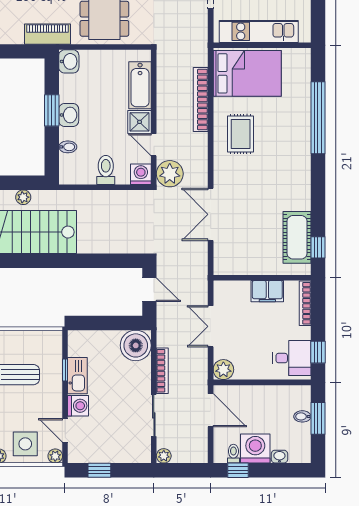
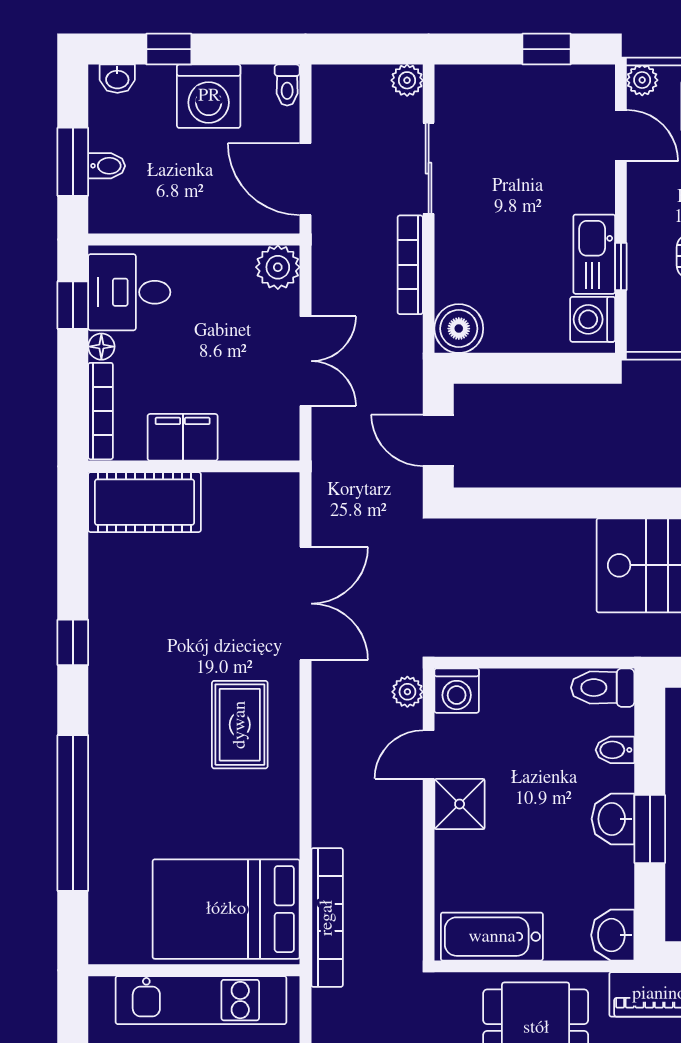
bathtub: (140, 85) -> (492, 937), moved, turned -90
bookcase: (201, 100) -> (327, 918), moved
rug: (241, 134) -> (240, 725), moved
door: (154, 145) -> (429, 754), swing flipped
toilet: (106, 170) -> (603, 688), moved, turned 90
plant: (170, 174) -> (407, 692), width x0.53, depth x0.53
cot: (297, 237) -> (145, 502), moved, turned 90
window: (318, 247) -> (73, 642), moved
floor lamp: (305, 333) -> (101, 347), added
boiler: (136, 345) -> (459, 329), width x0.73, depth x0.73
washing machine: (78, 406) -> (593, 319), moved
toilet: (233, 454) -> (287, 85), moved
washbasin: (279, 457) -> (117, 79), moved
window: (238, 470) -> (169, 49), moved

